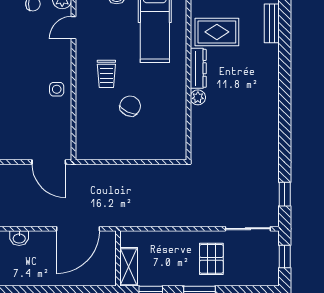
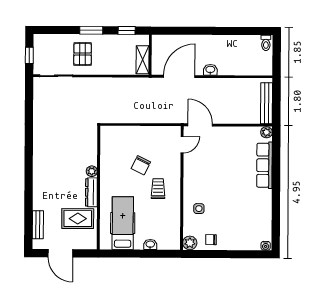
door: (74, 28) -> (182, 145), moved
side table: (57, 89) -> (199, 209), moved
window: (285, 194) -> (29, 101), removed
washbasin: (19, 238) -> (210, 70), moved
shelving: (129, 267) -> (143, 60), moved

